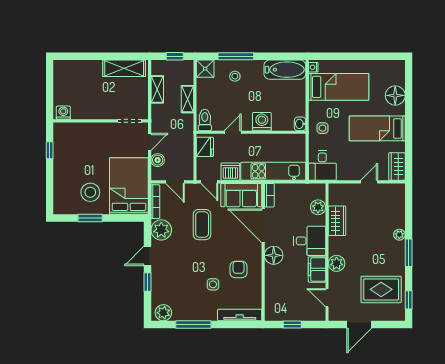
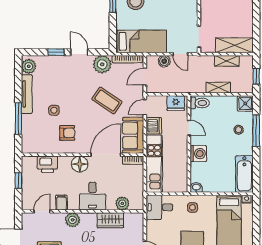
shelving: (124, 68) -> (234, 45), moved, turned 90
bed: (129, 186) -> (141, 41), width x0.67
coffee table: (202, 225) -> (107, 101), turned 34
filing cabinet: (317, 269) -> (61, 203), width x0.50
printer: (274, 292) -> (47, 164), added
tv unit: (240, 315) -> (27, 94), moved
window: (193, 324) -> (18, 119), moved

